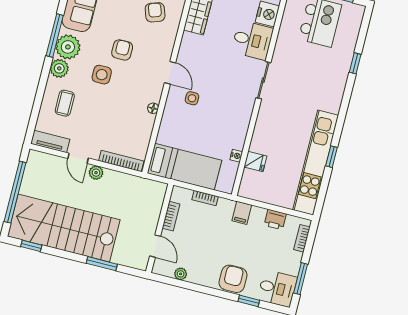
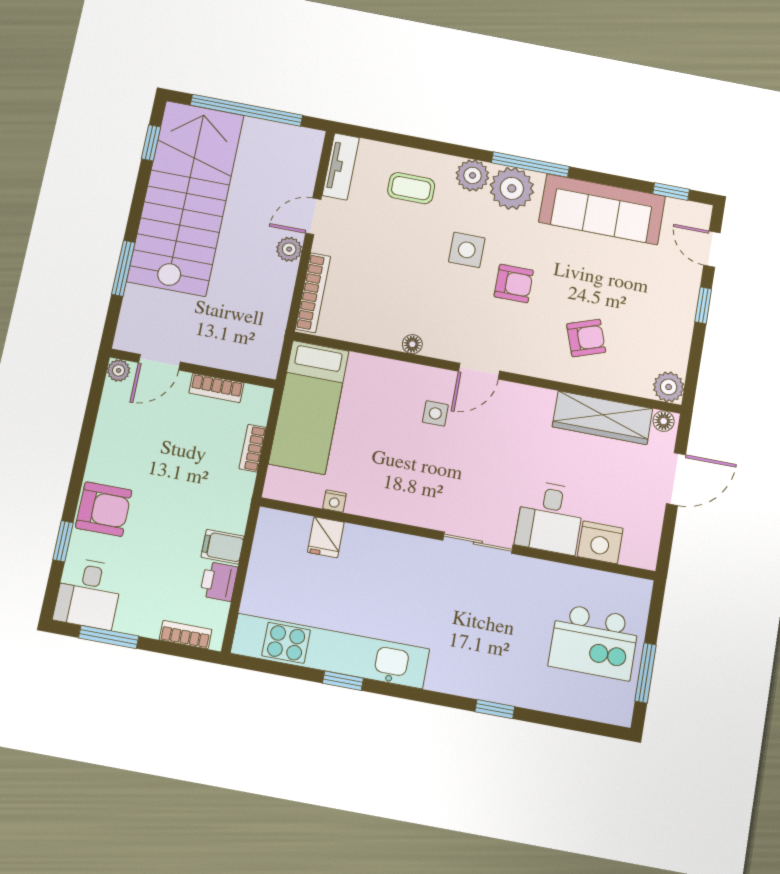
window: (355, 63) -> (495, 709), moved
filing cabinet: (242, 213) -> (223, 547), moved
plant: (181, 274) -> (119, 370), moved

